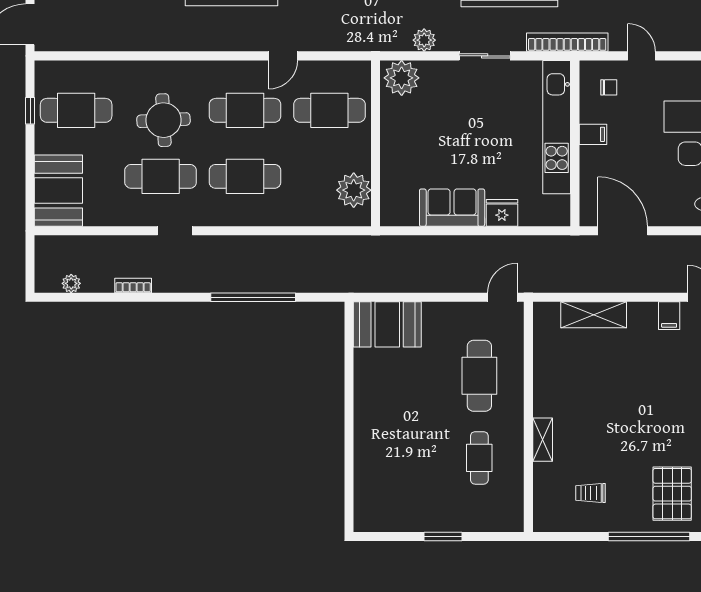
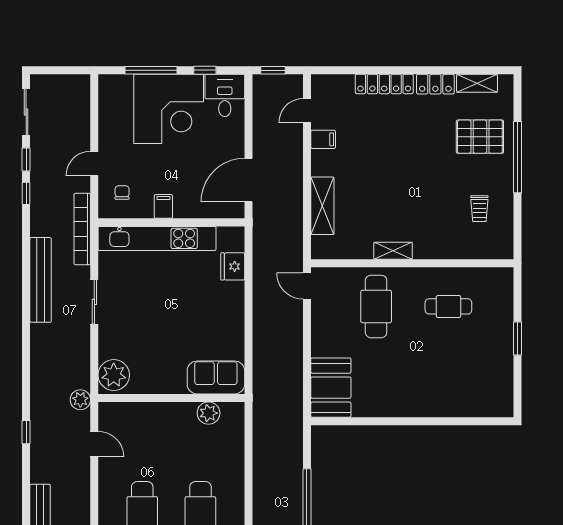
plant: (424, 40) -> (80, 400), moved
door: (283, 56) -> (94, 444), moved
cafe table: (329, 110) -> (142, 439), removed
plant: (354, 190) -> (209, 413), width x0.73, depth x0.73
sofa: (452, 208) -> (216, 377), moved, turned 90
fridge: (502, 213) -> (233, 266), moved
cafe table: (479, 376) -> (376, 306), turned 90
shelving: (543, 440) -> (393, 251), moved

